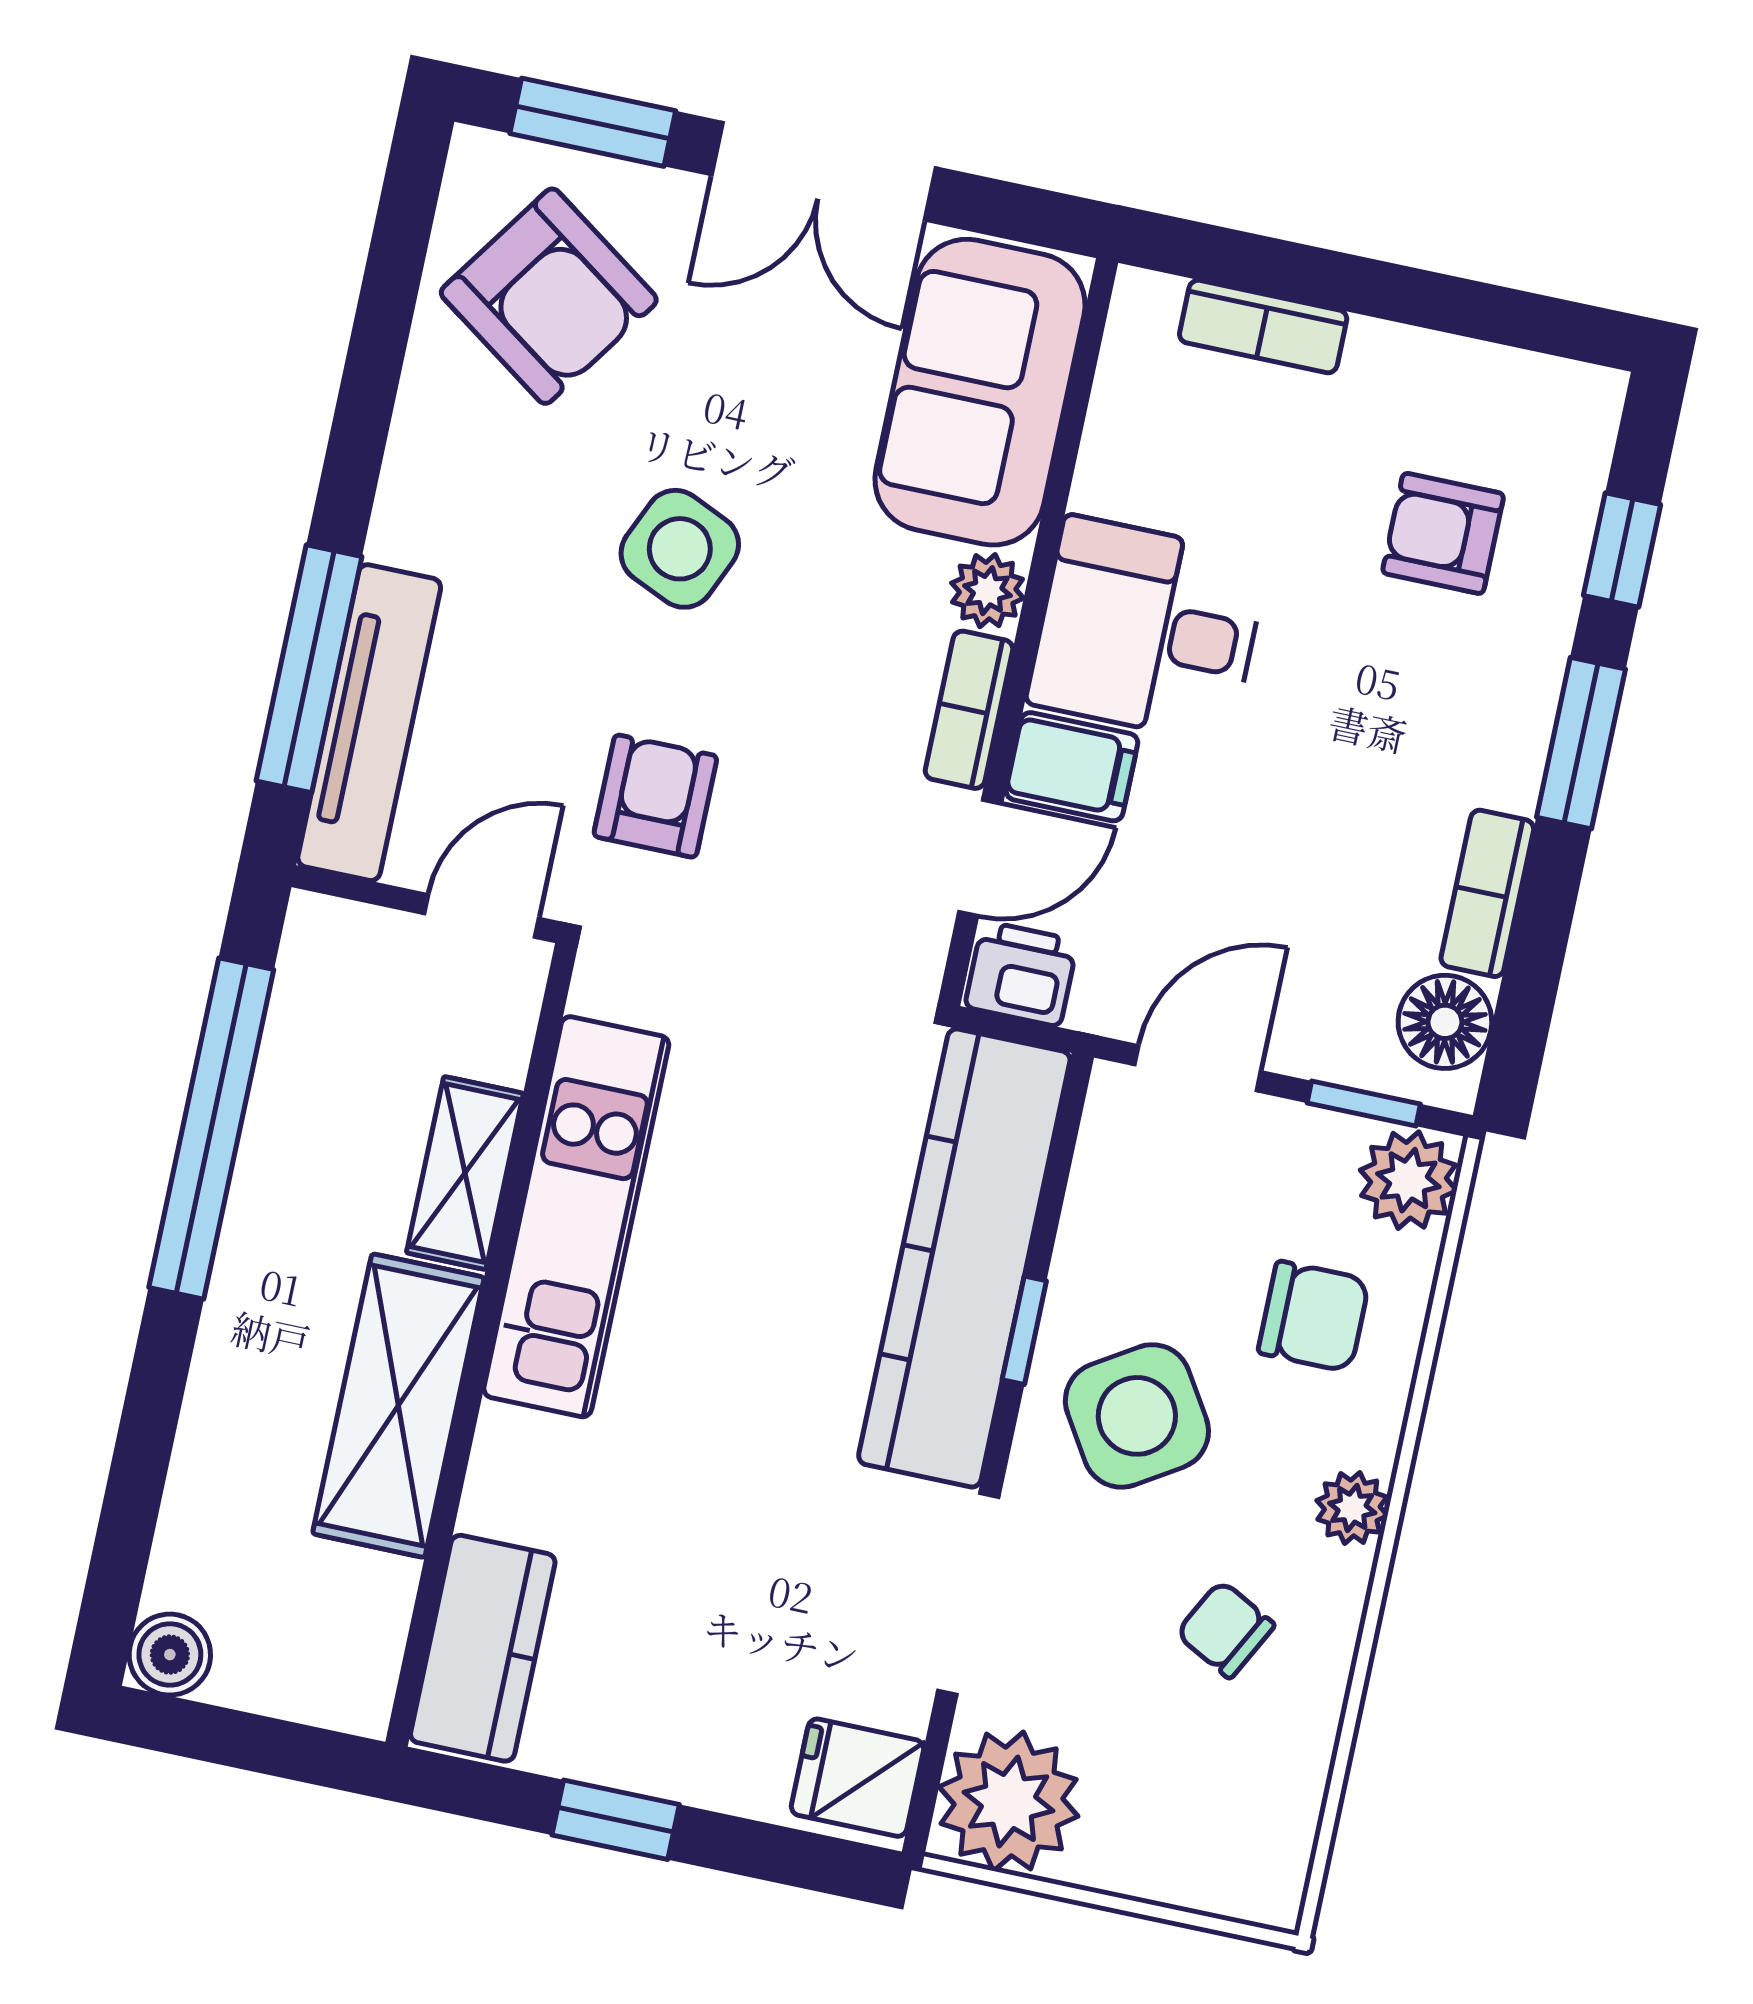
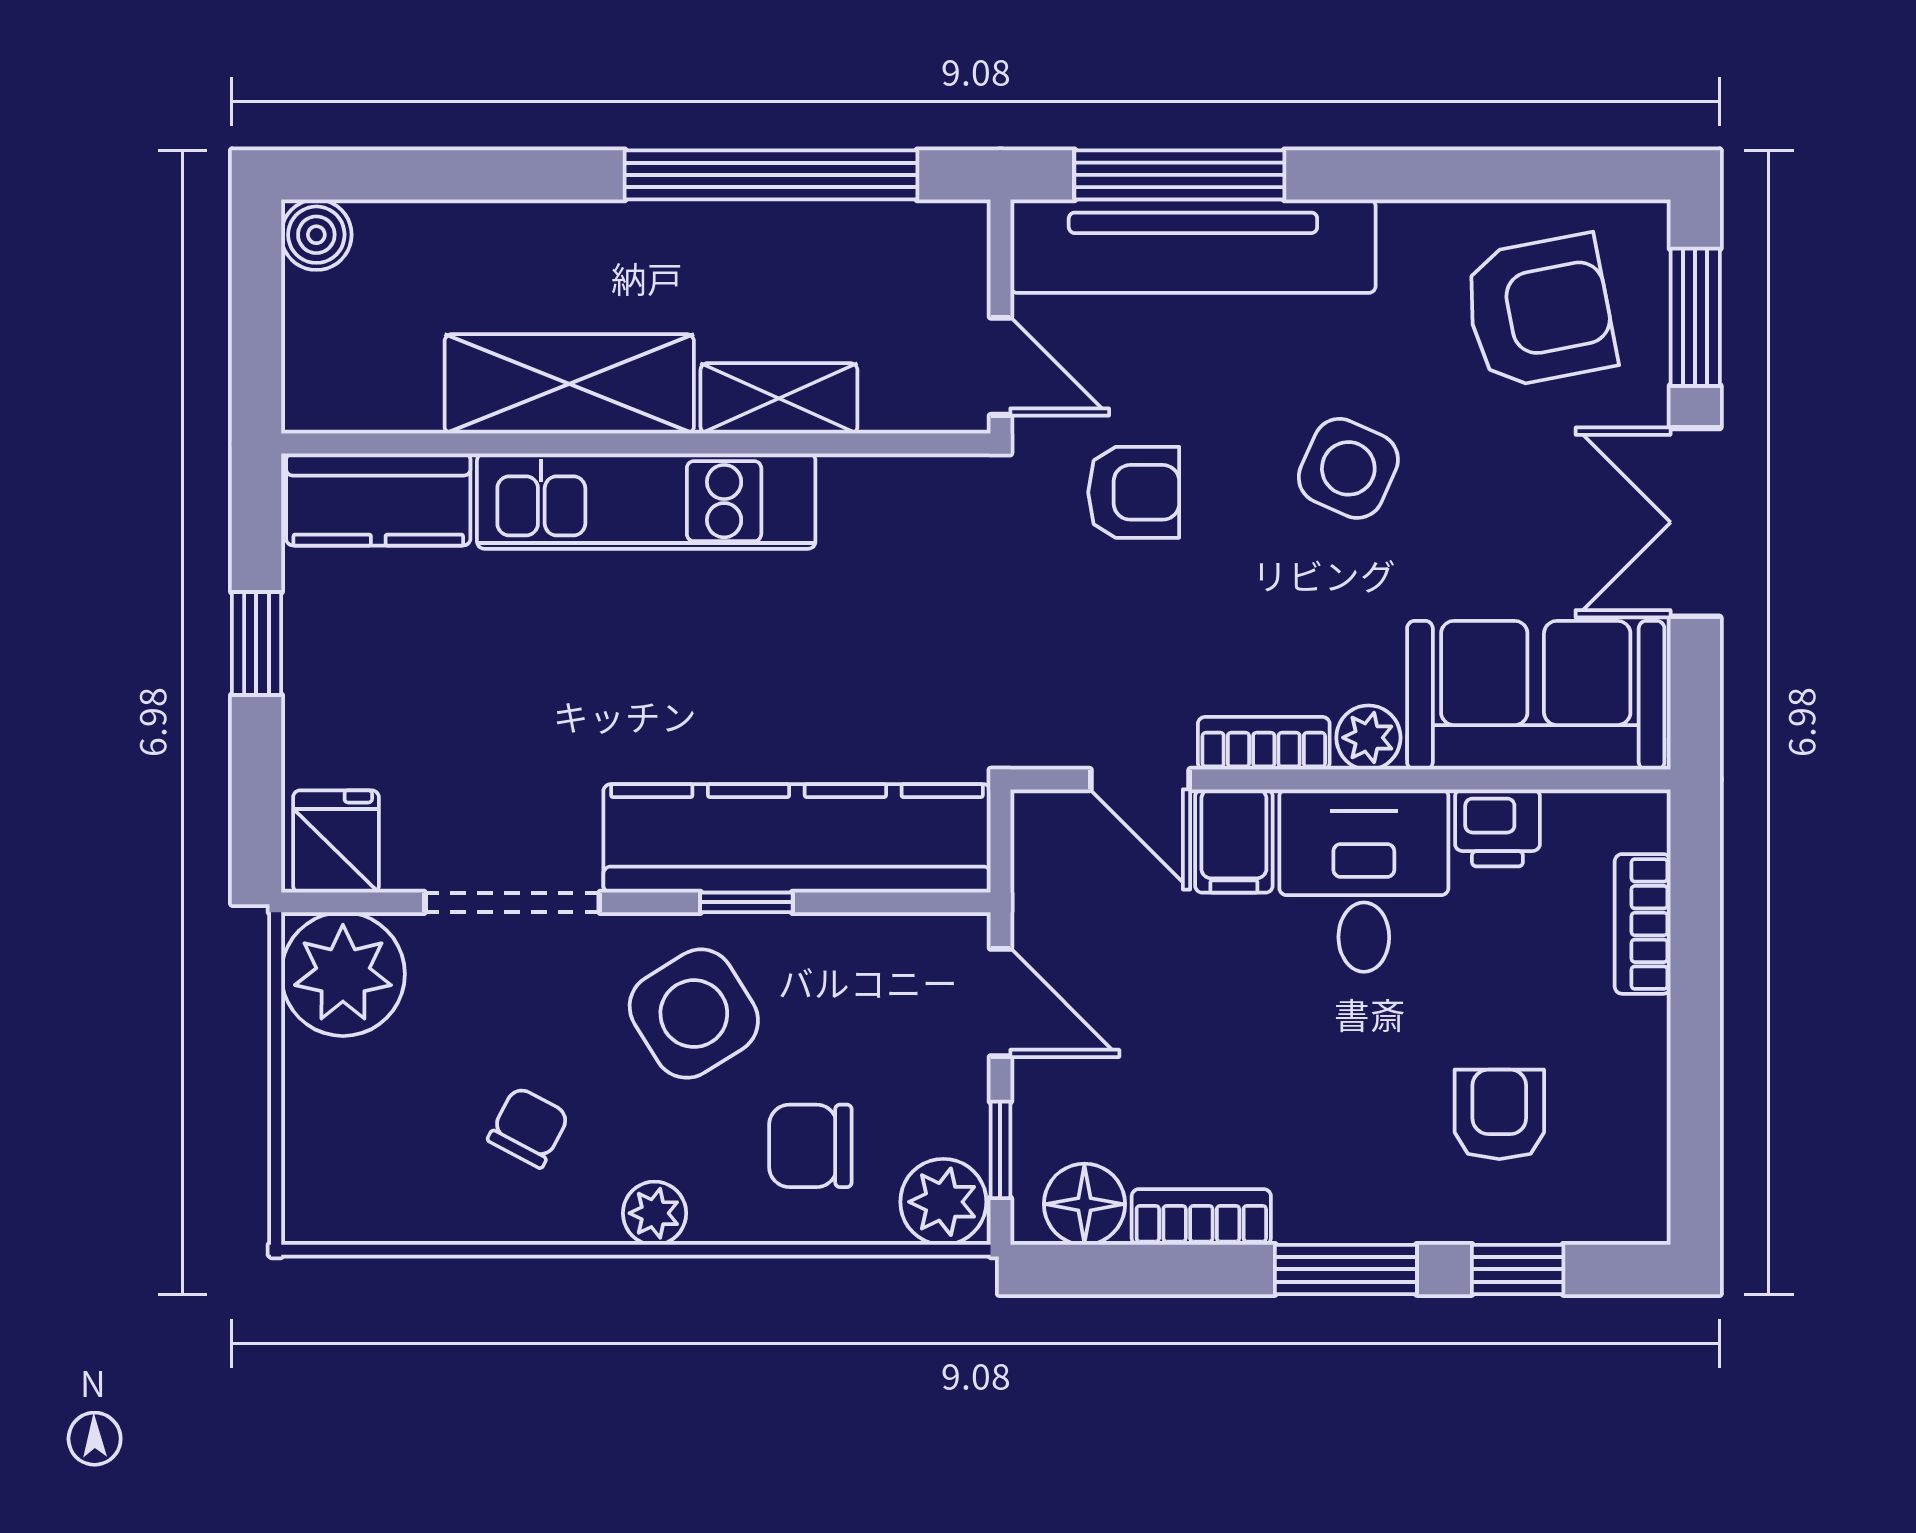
armchair: (549, 296) -> (1539, 311), turned -136
tv unit: (369, 723) -> (1193, 246), width x1.36, depth x1.29
printer: (1021, 974) -> (1497, 828), moved, turned 90
kitchen unit: (576, 1217) -> (646, 501), moved
chair: (1314, 1316) -> (810, 1146), turned 90

